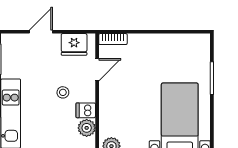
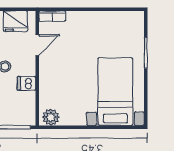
plant: (87, 128) -> (27, 100), removed

